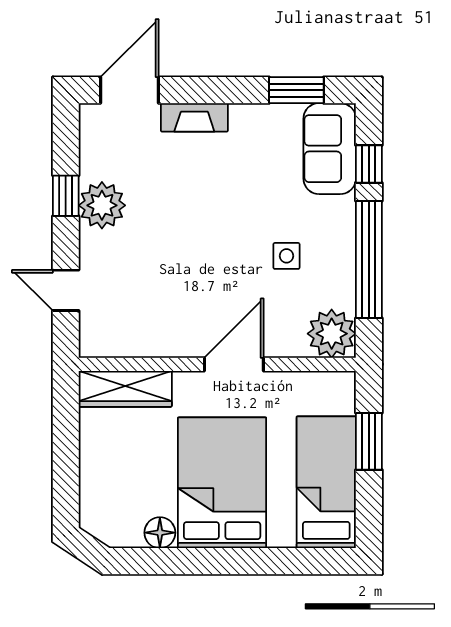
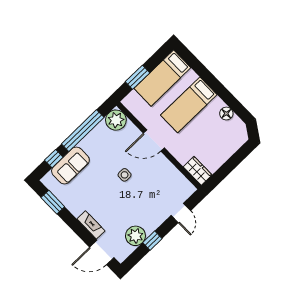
sofa: (330, 149) -> (70, 165), moved
plant: (102, 205) -> (135, 236), moved
side table: (286, 256) -> (125, 175), moved
wardrobe: (125, 389) -> (198, 171), width x0.67
bed: (222, 483) -> (189, 105), width x0.67

